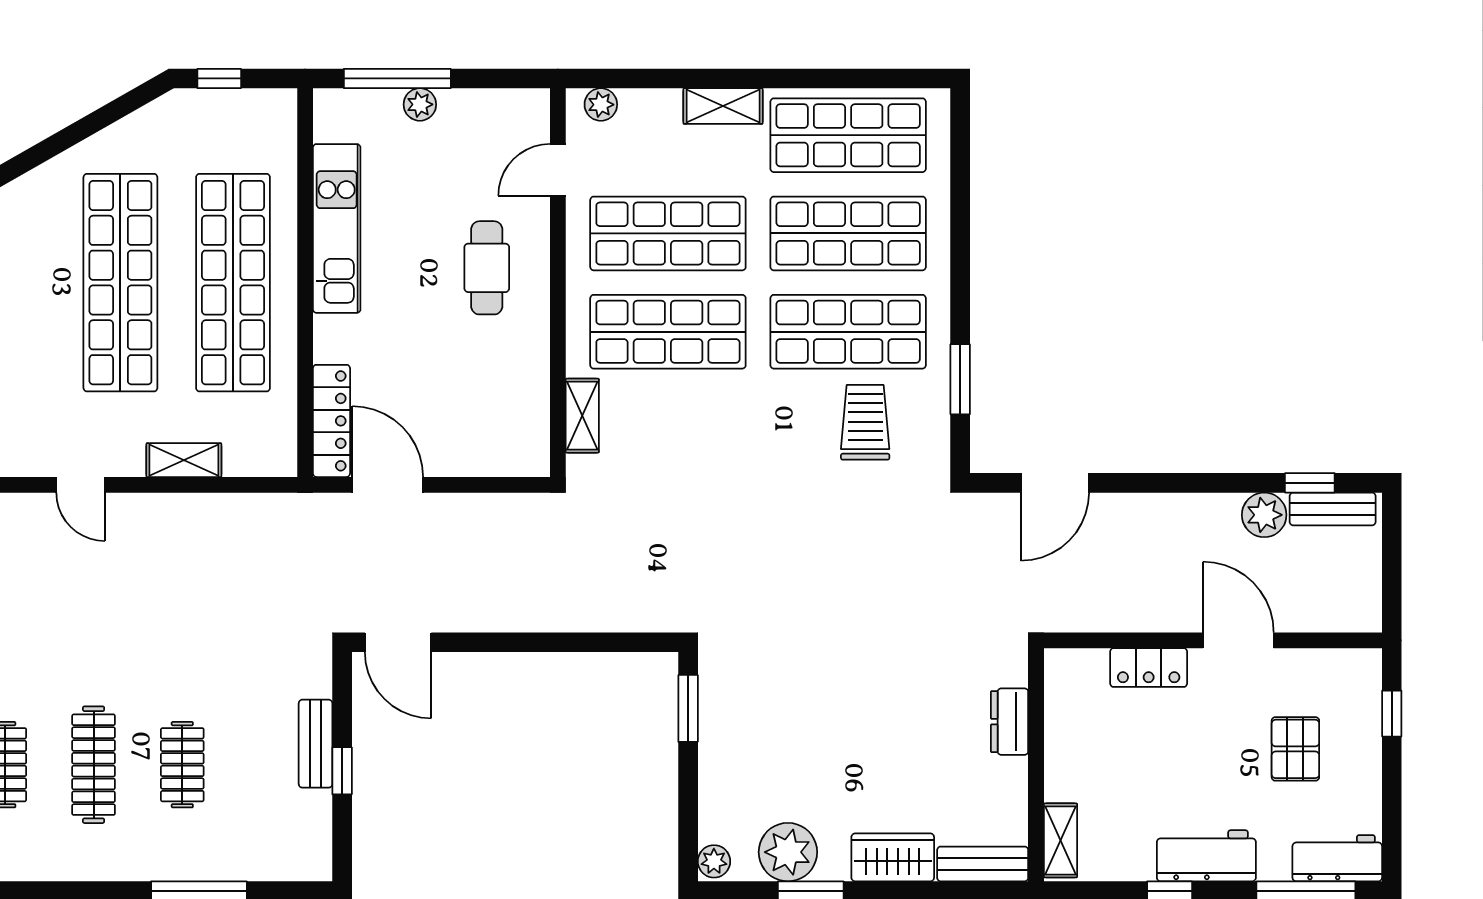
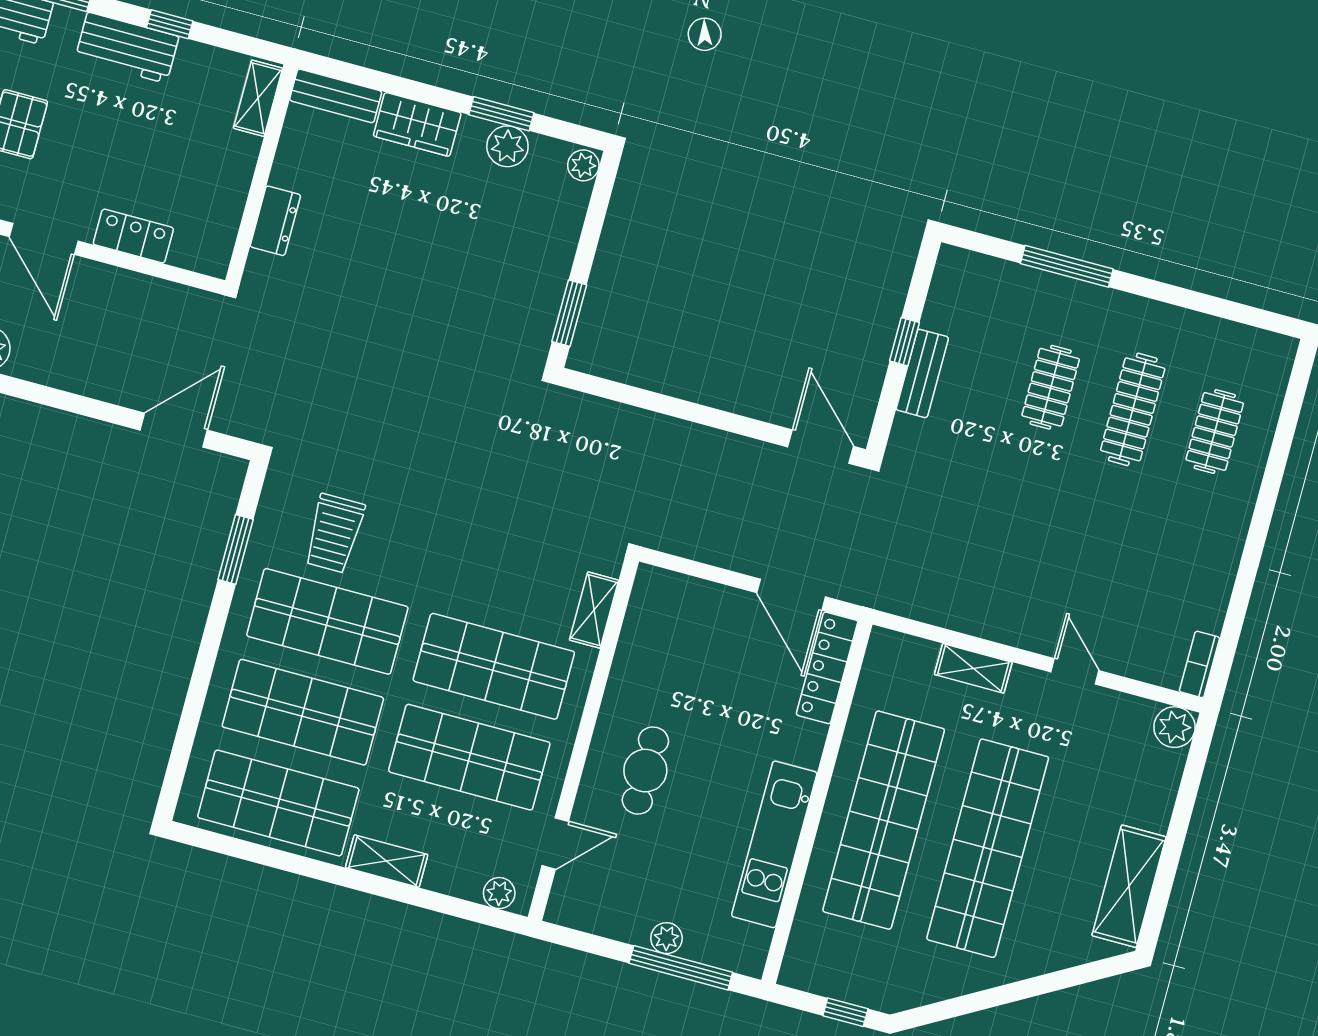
plant: (788, 852) -> (507, 146), width x0.73, depth x0.73

